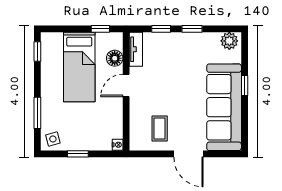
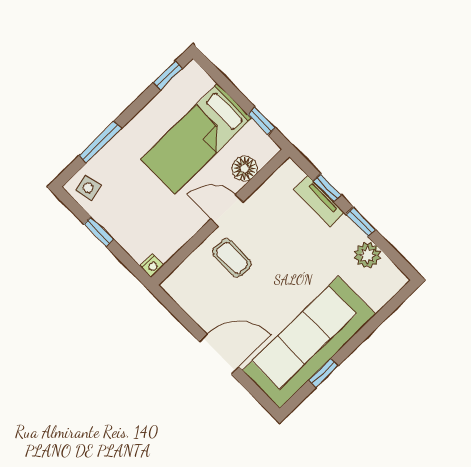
plant: (229, 41) -> (367, 255), moved
tv unit: (136, 49) -> (319, 201), moved, turned 90
window: (245, 85) -> (323, 373), moved
coffee table: (160, 129) -> (232, 258), moved, turned 90
door: (189, 154) -> (219, 354), swing flipped

